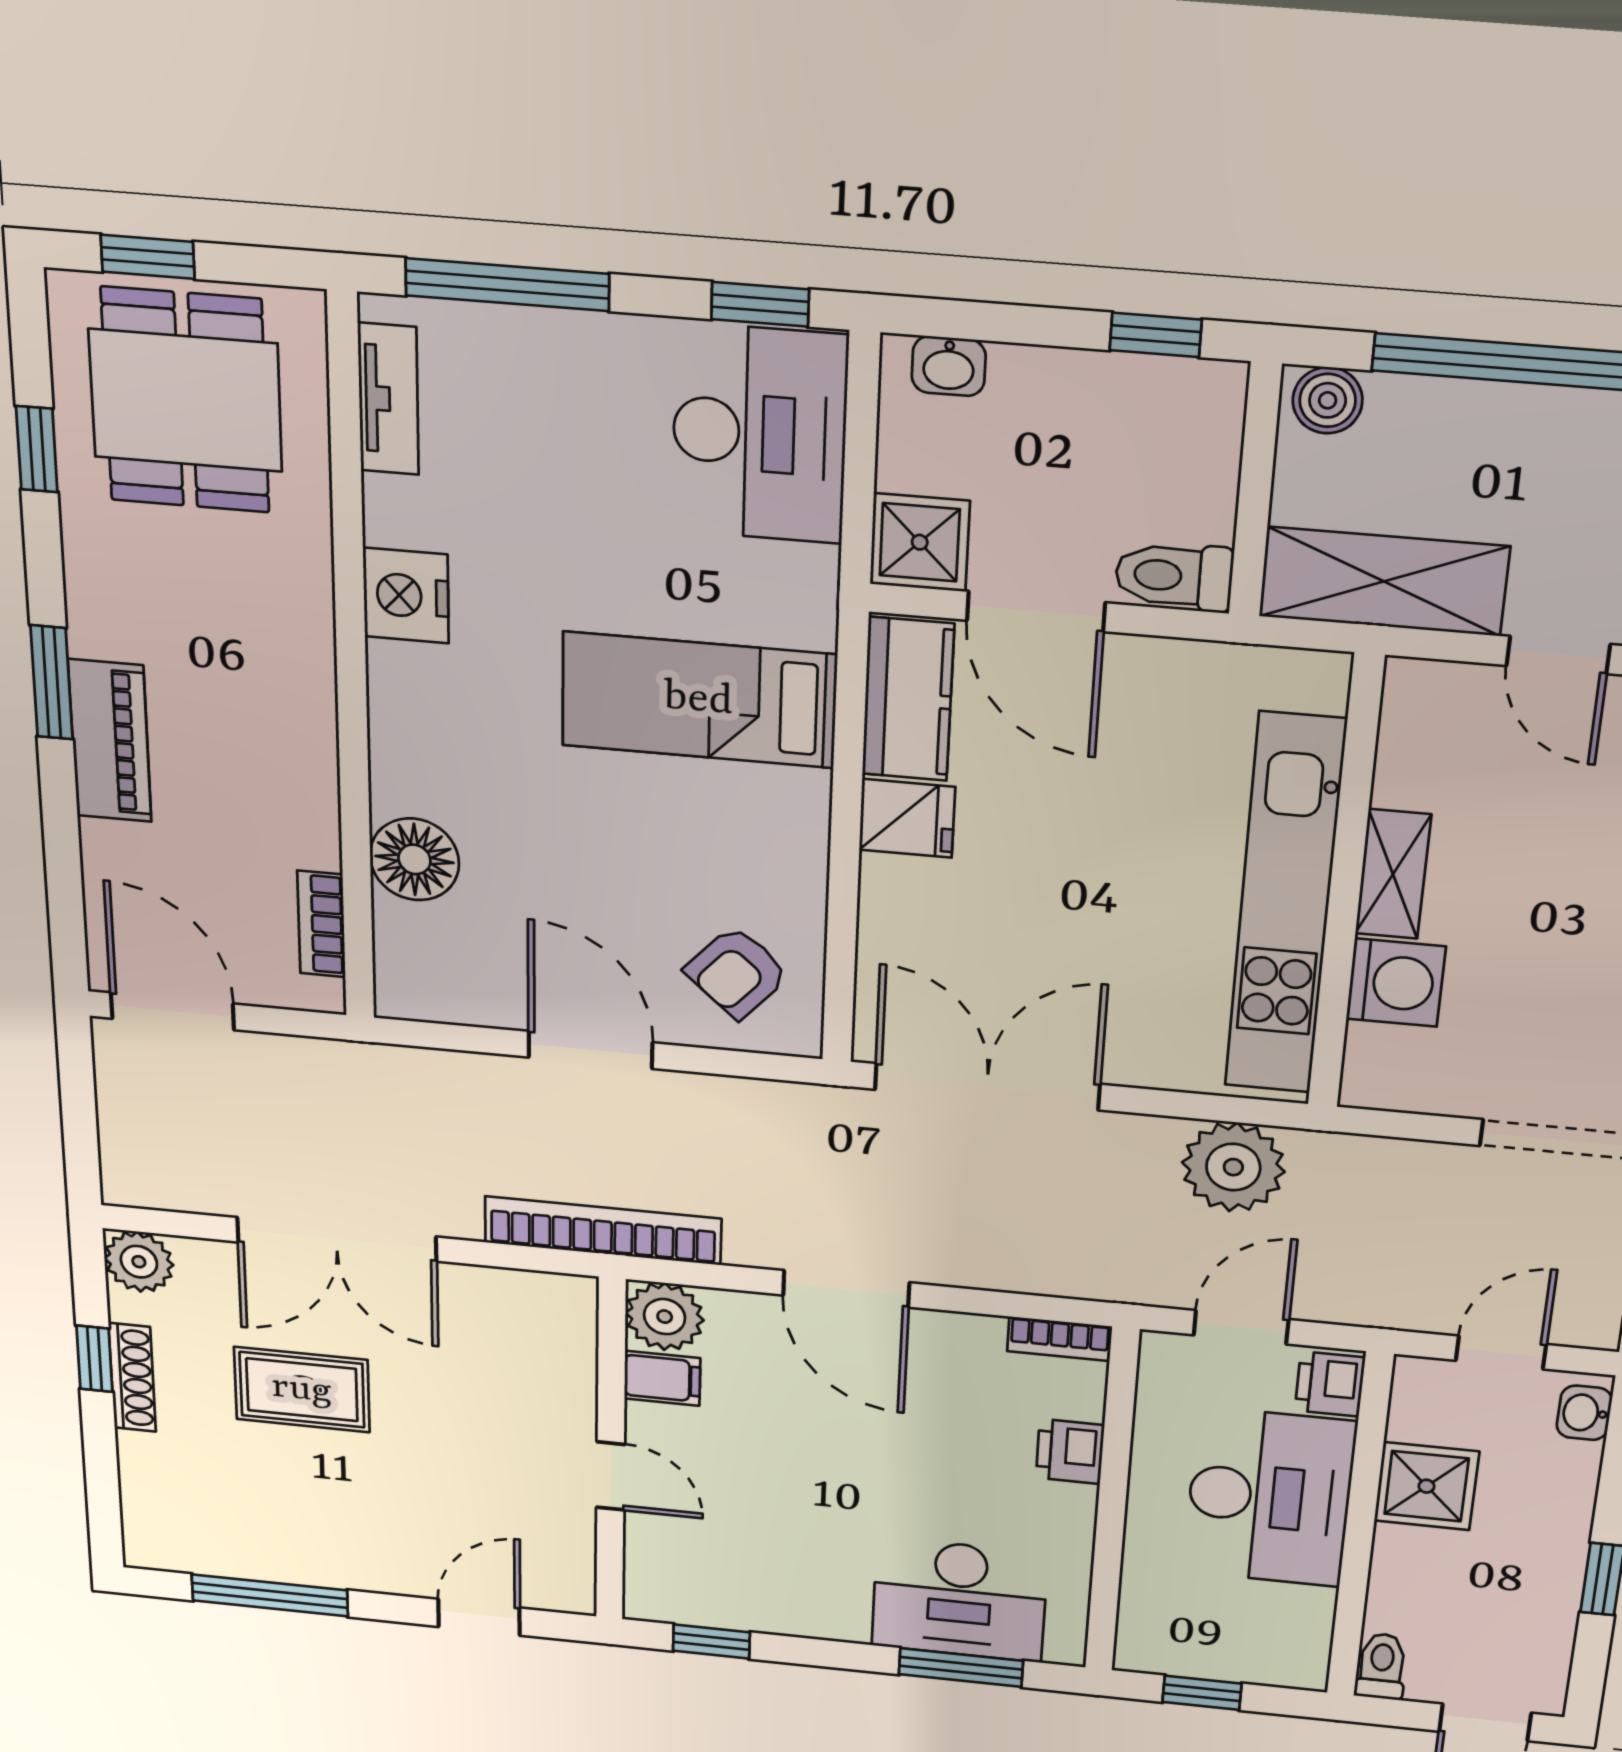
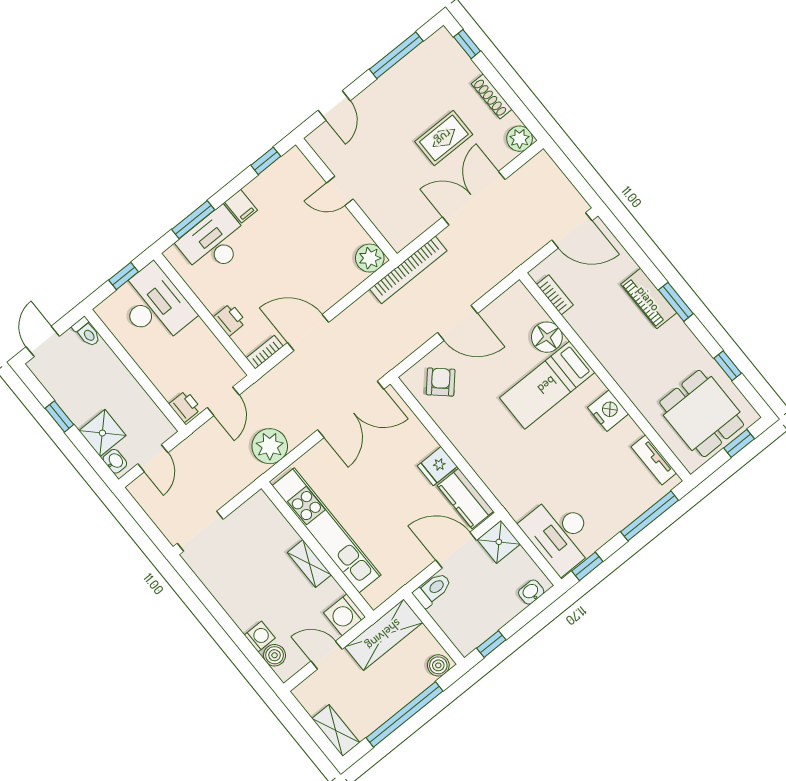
bed: (699, 700) -> (547, 385), moved, turned 180
washing machine: (1396, 983) -> (345, 615), moved
door: (846, 1289) -> (308, 332), moved
window: (94, 1359) -> (467, 44), moved
filing cabinet: (662, 1378) -> (241, 206), moved, turned -90
shower: (1426, 1486) -> (102, 433), moved
desk: (1269, 1497) -> (154, 305), moved, turned 180

